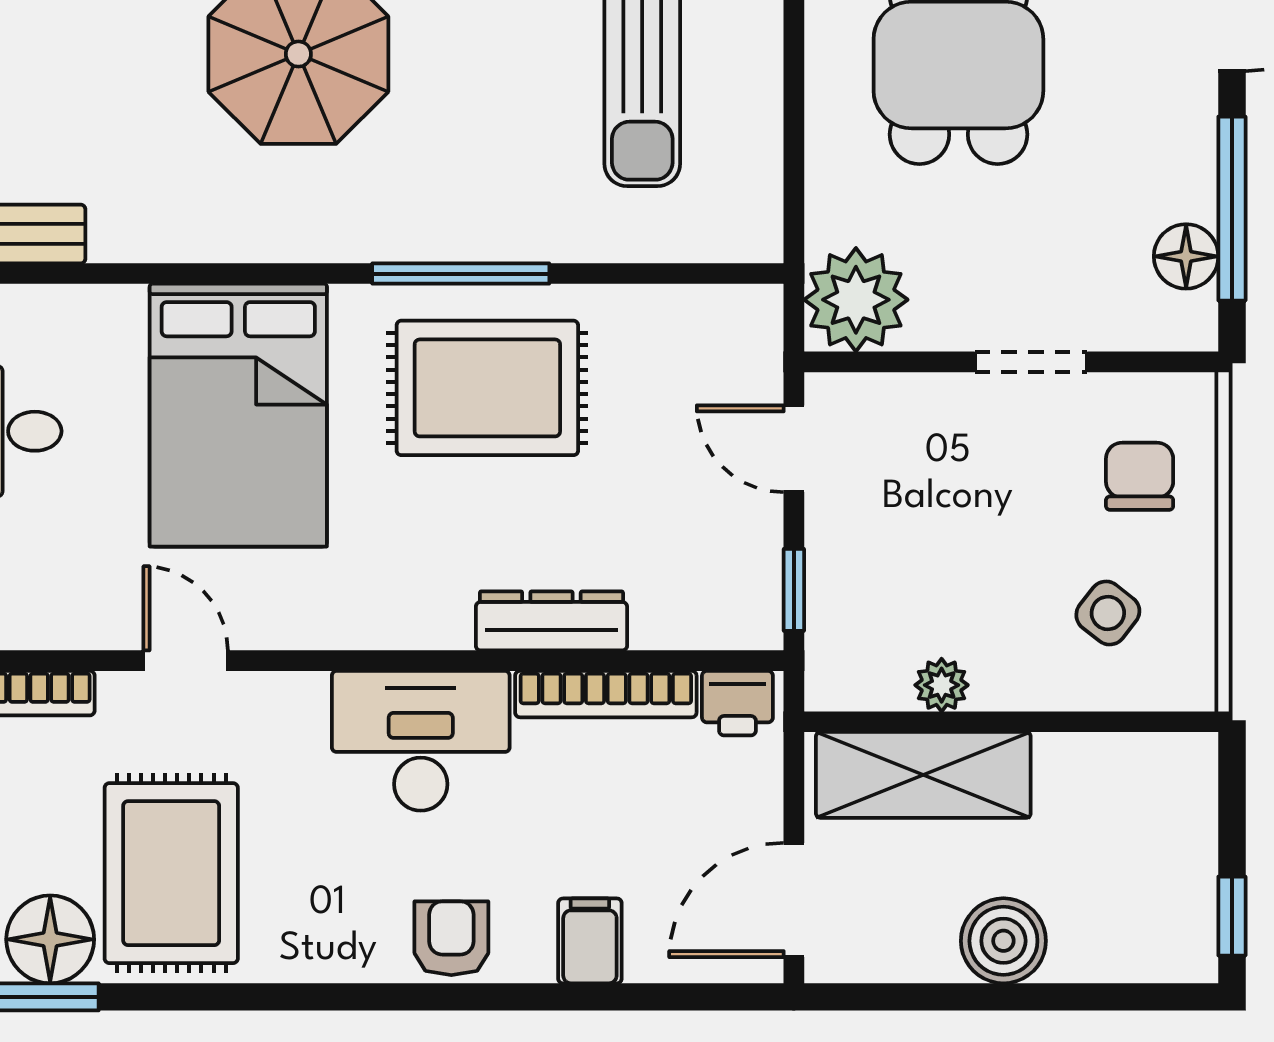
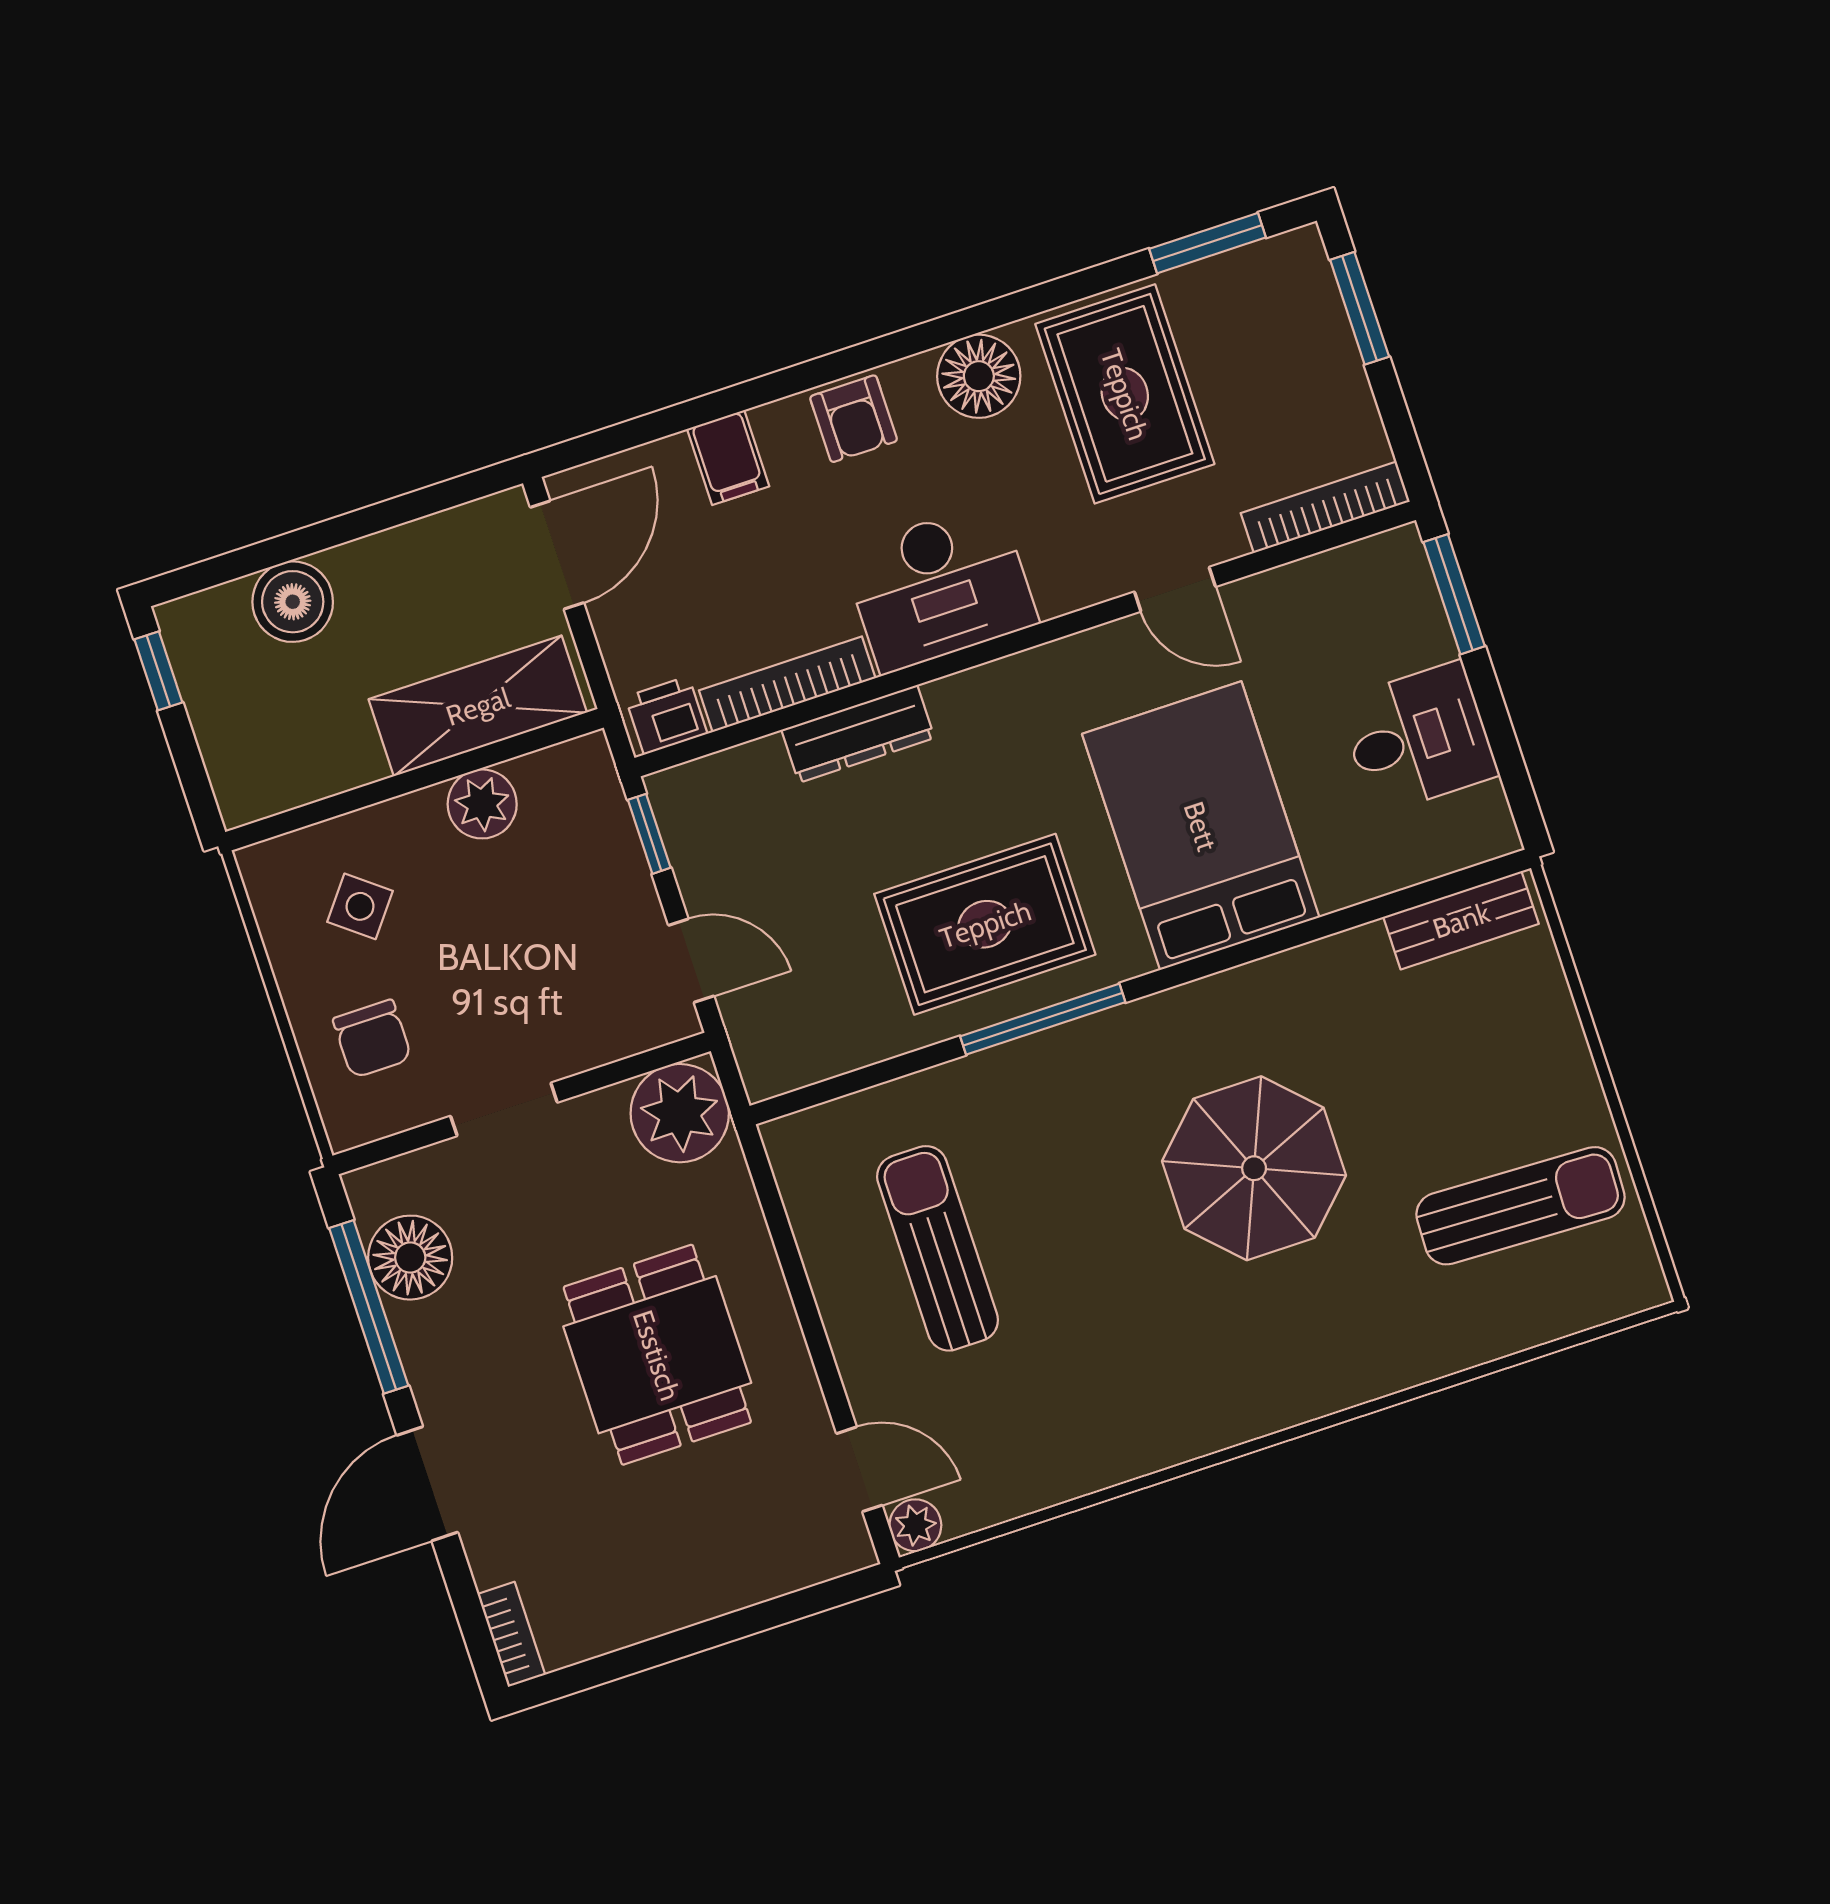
floor lamp: (1186, 256) -> (410, 1258), width x1.38, depth x1.38
plant: (942, 685) -> (482, 804), width x1.38, depth x1.38
floor lamp: (50, 939) -> (979, 376), moved
boiler: (1003, 941) -> (293, 602), moved

